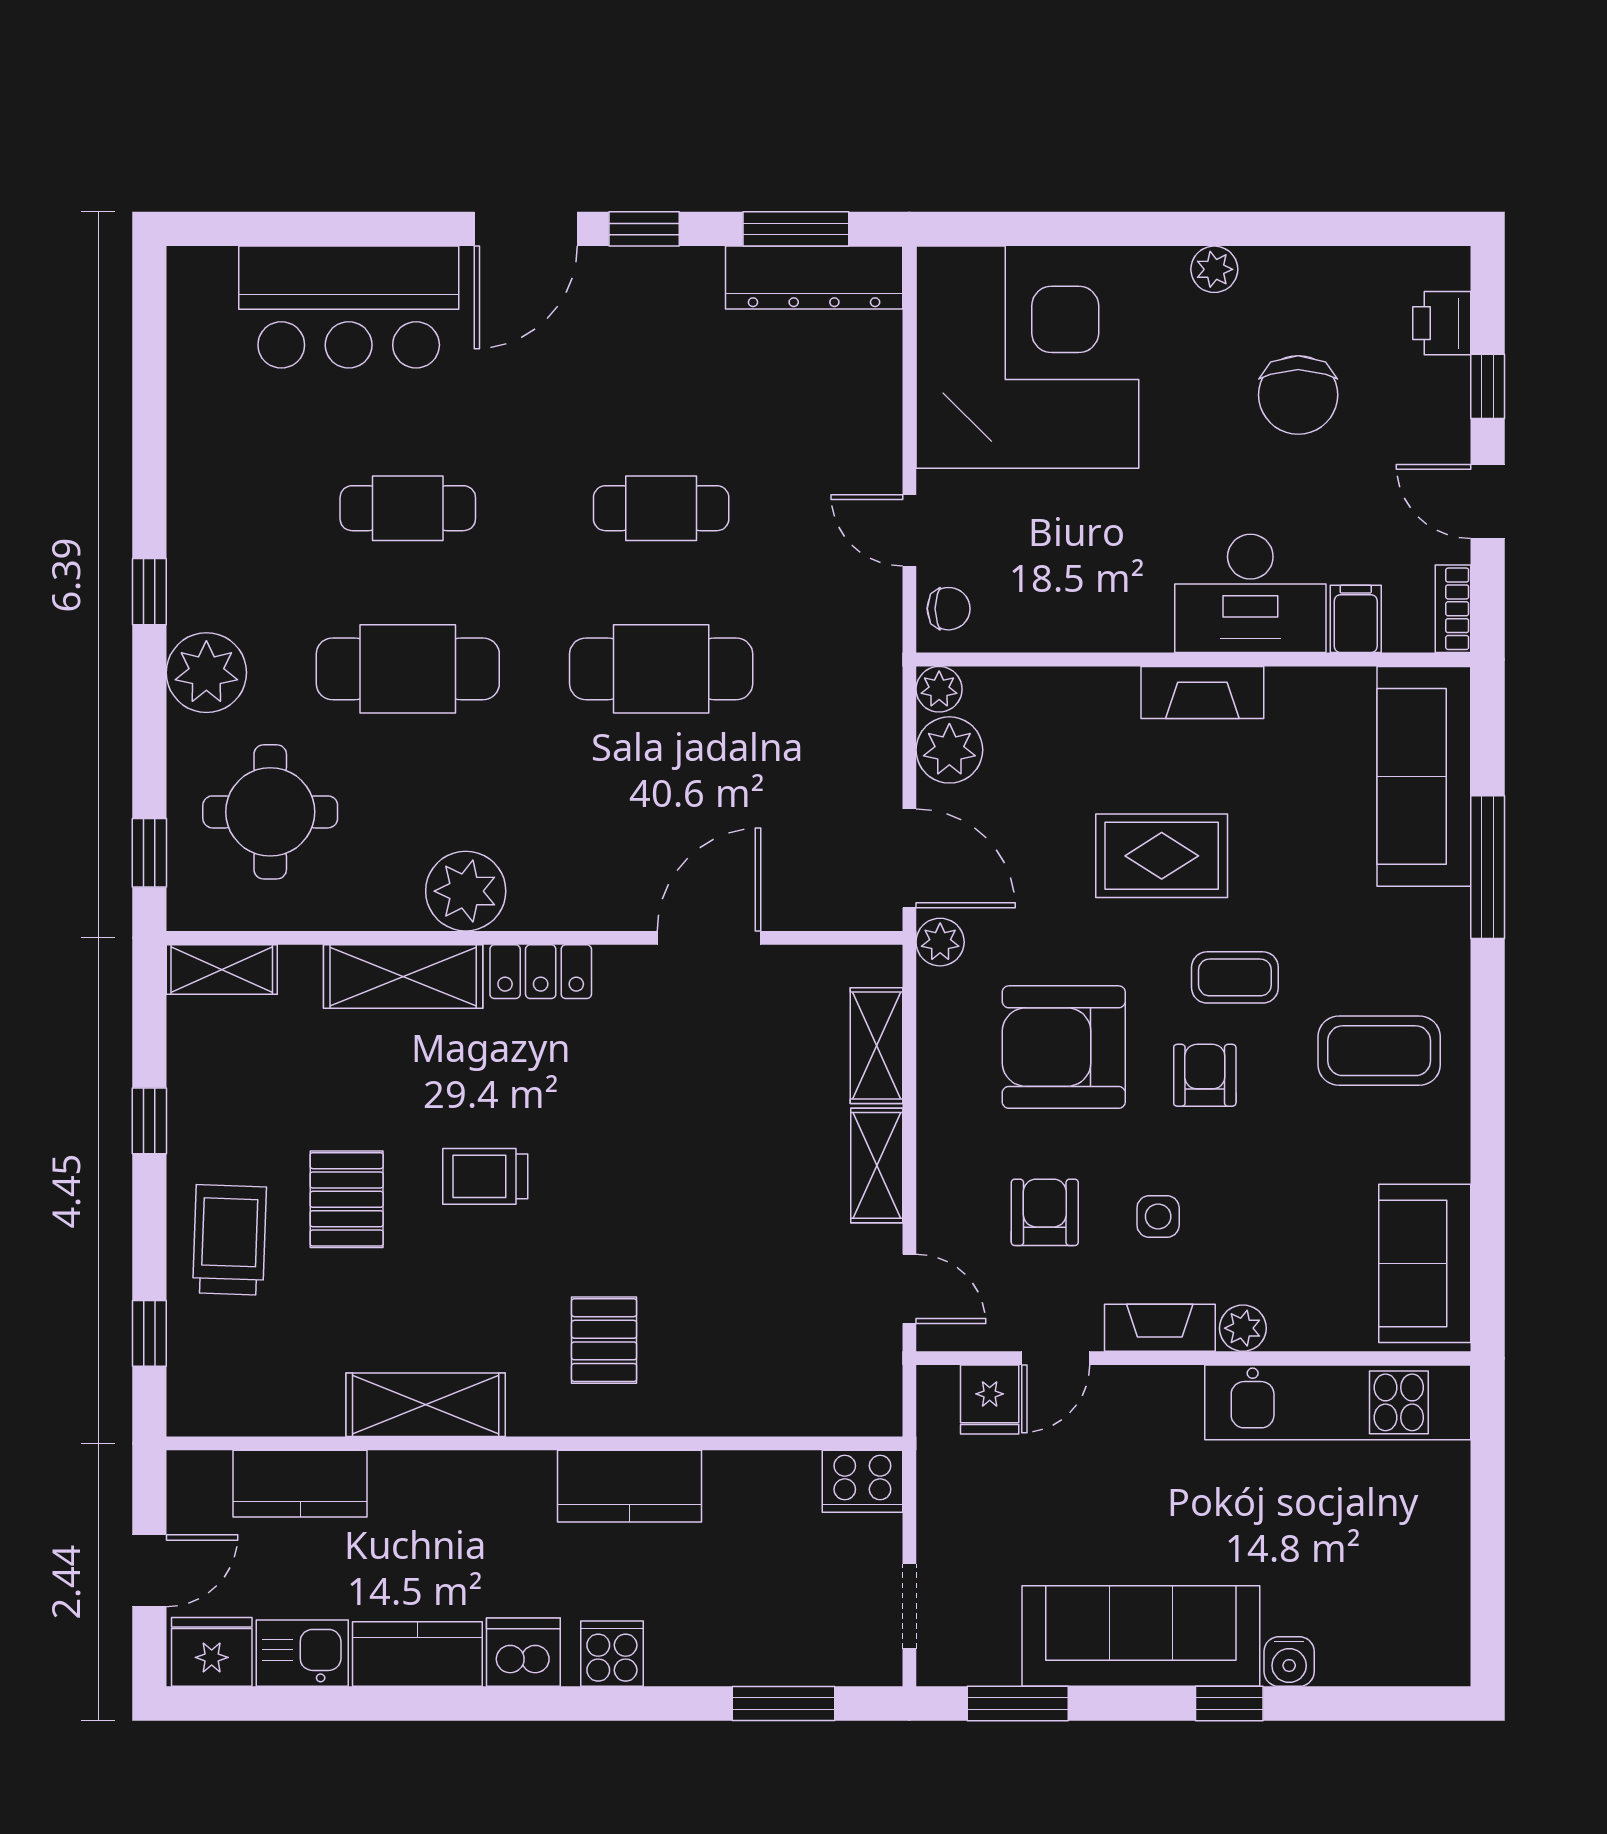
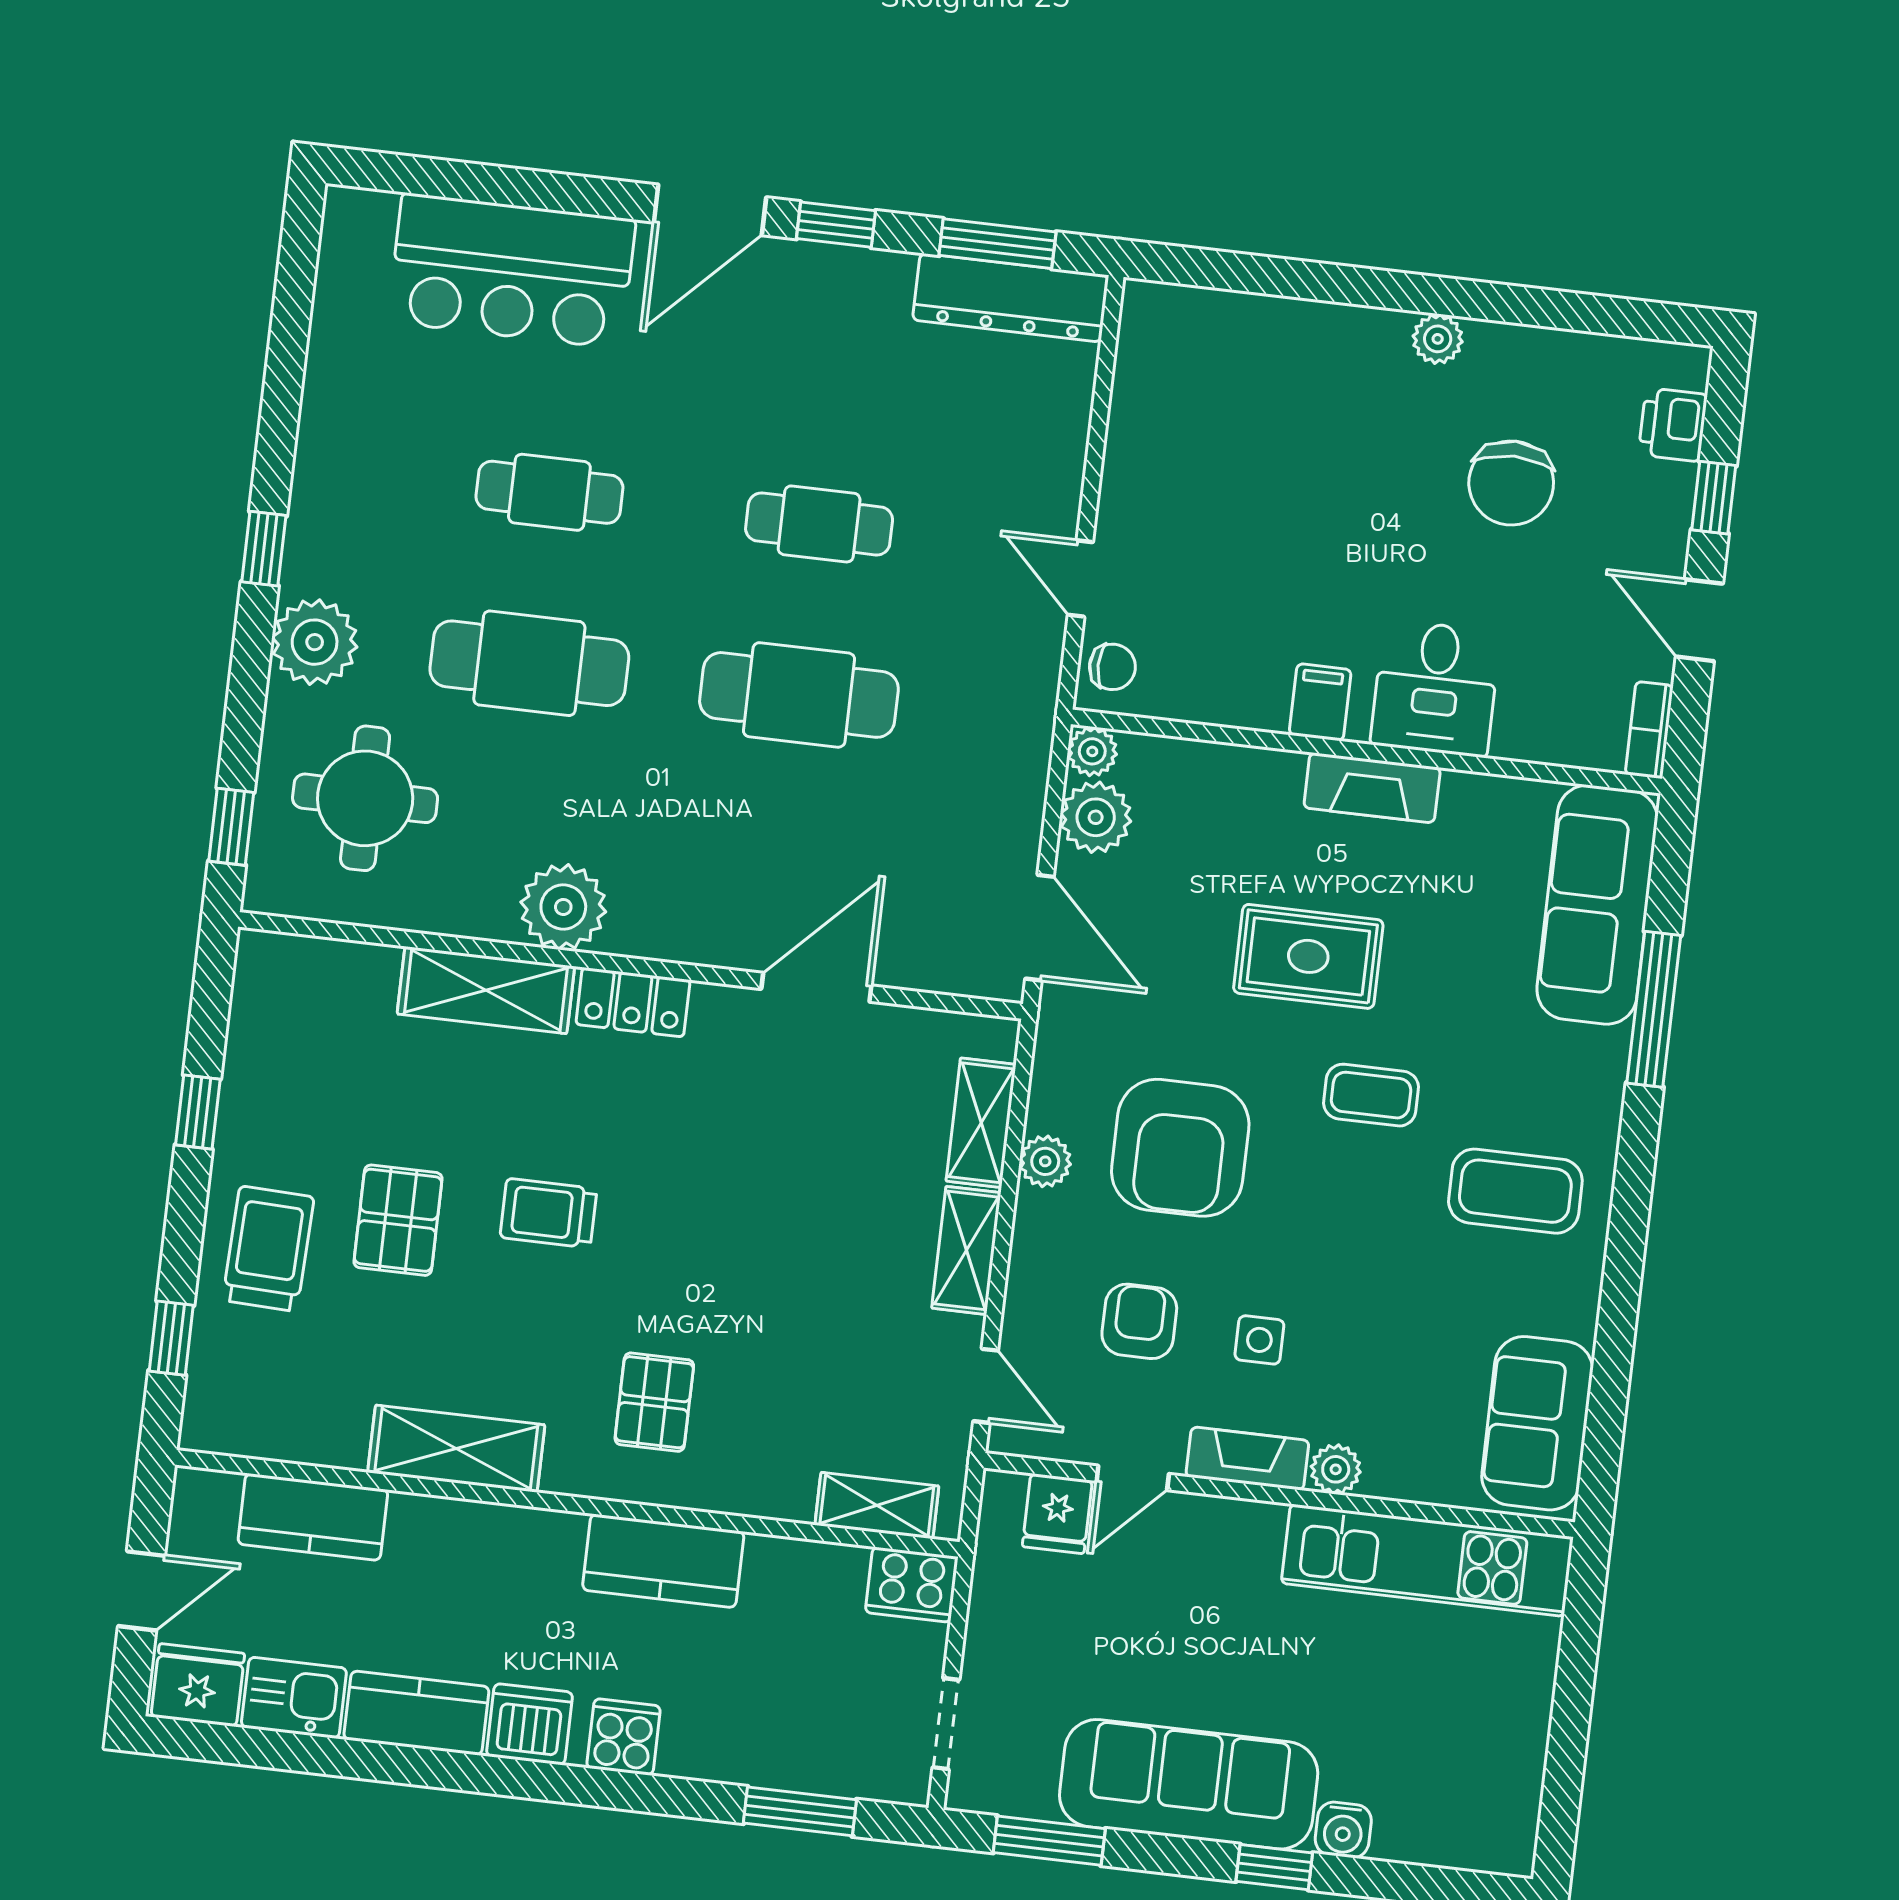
corner desk: (1027, 357) -> (1228, 409), removed
desk: (1250, 593) -> (1435, 688), width x0.73
filing cabinet: (1356, 619) -> (1320, 702), moved
plant: (940, 942) -> (1045, 1161), moved
shelving: (222, 970) -> (877, 1506), moved
armchair: (1064, 1047) -> (1180, 1148), turned -90
armchair: (1205, 1075) -> (1327, 1195), removed

